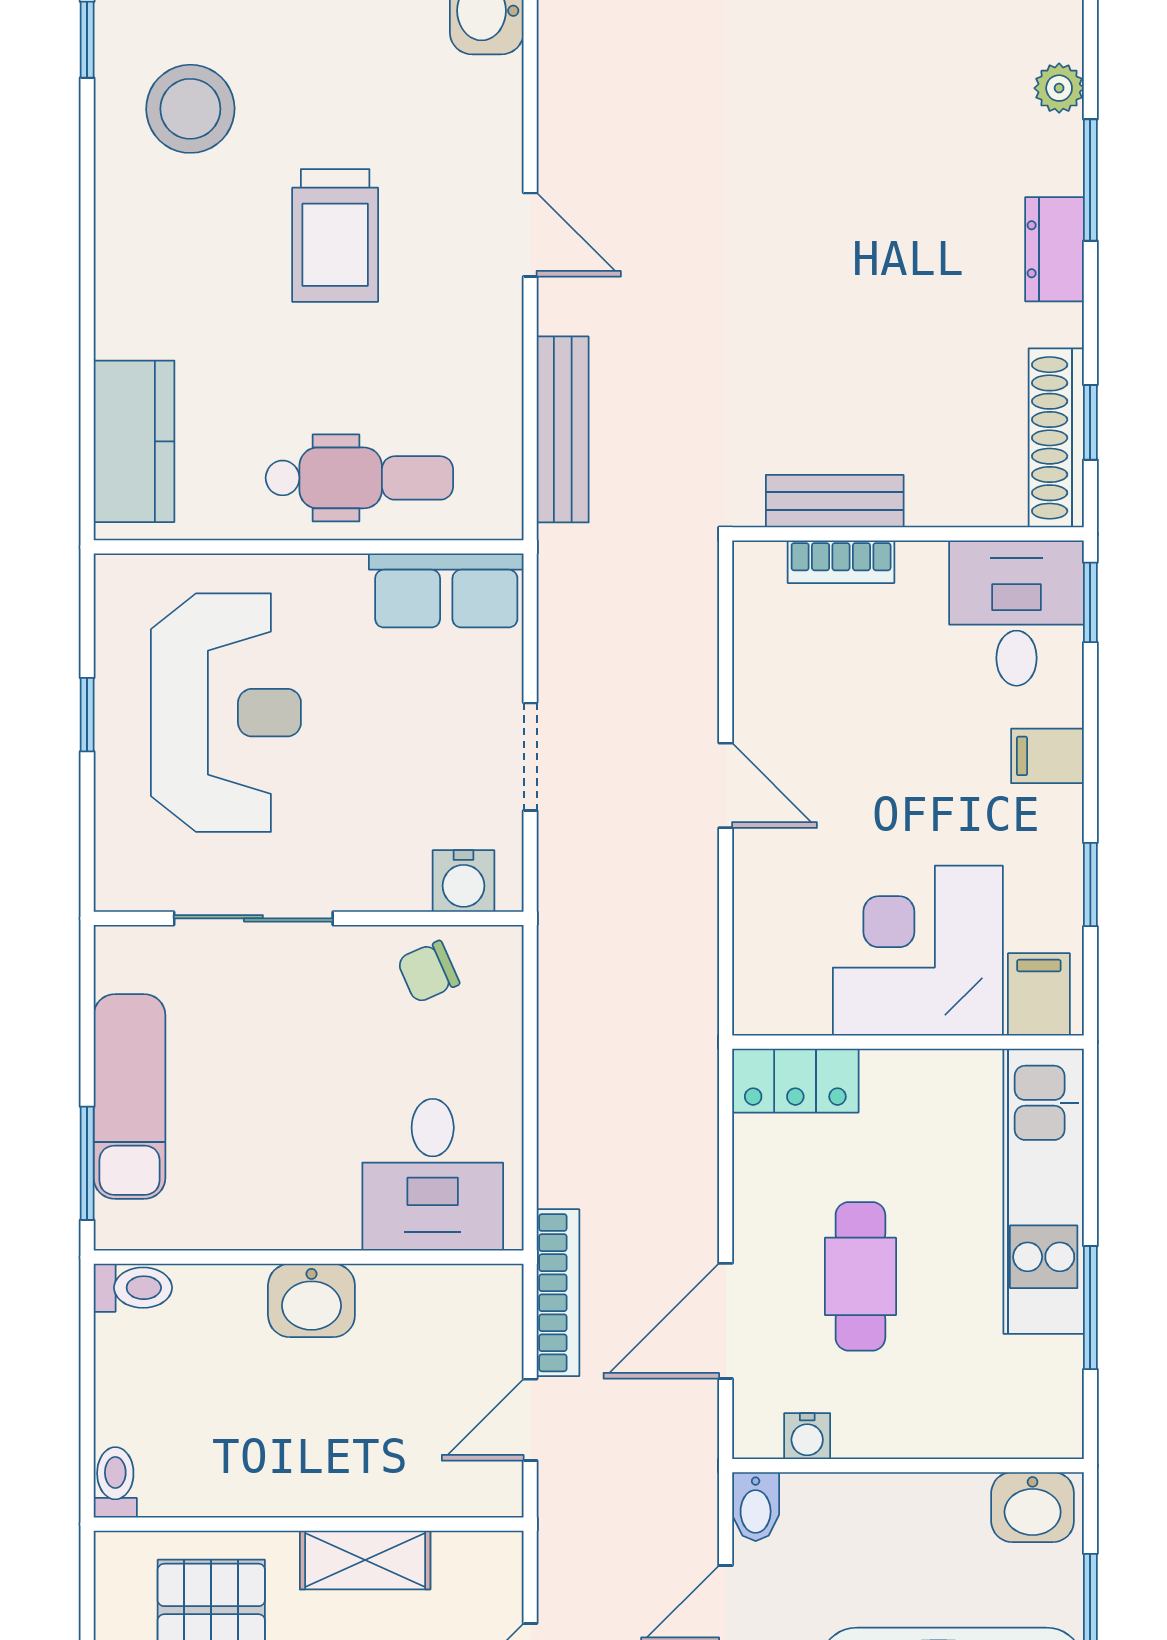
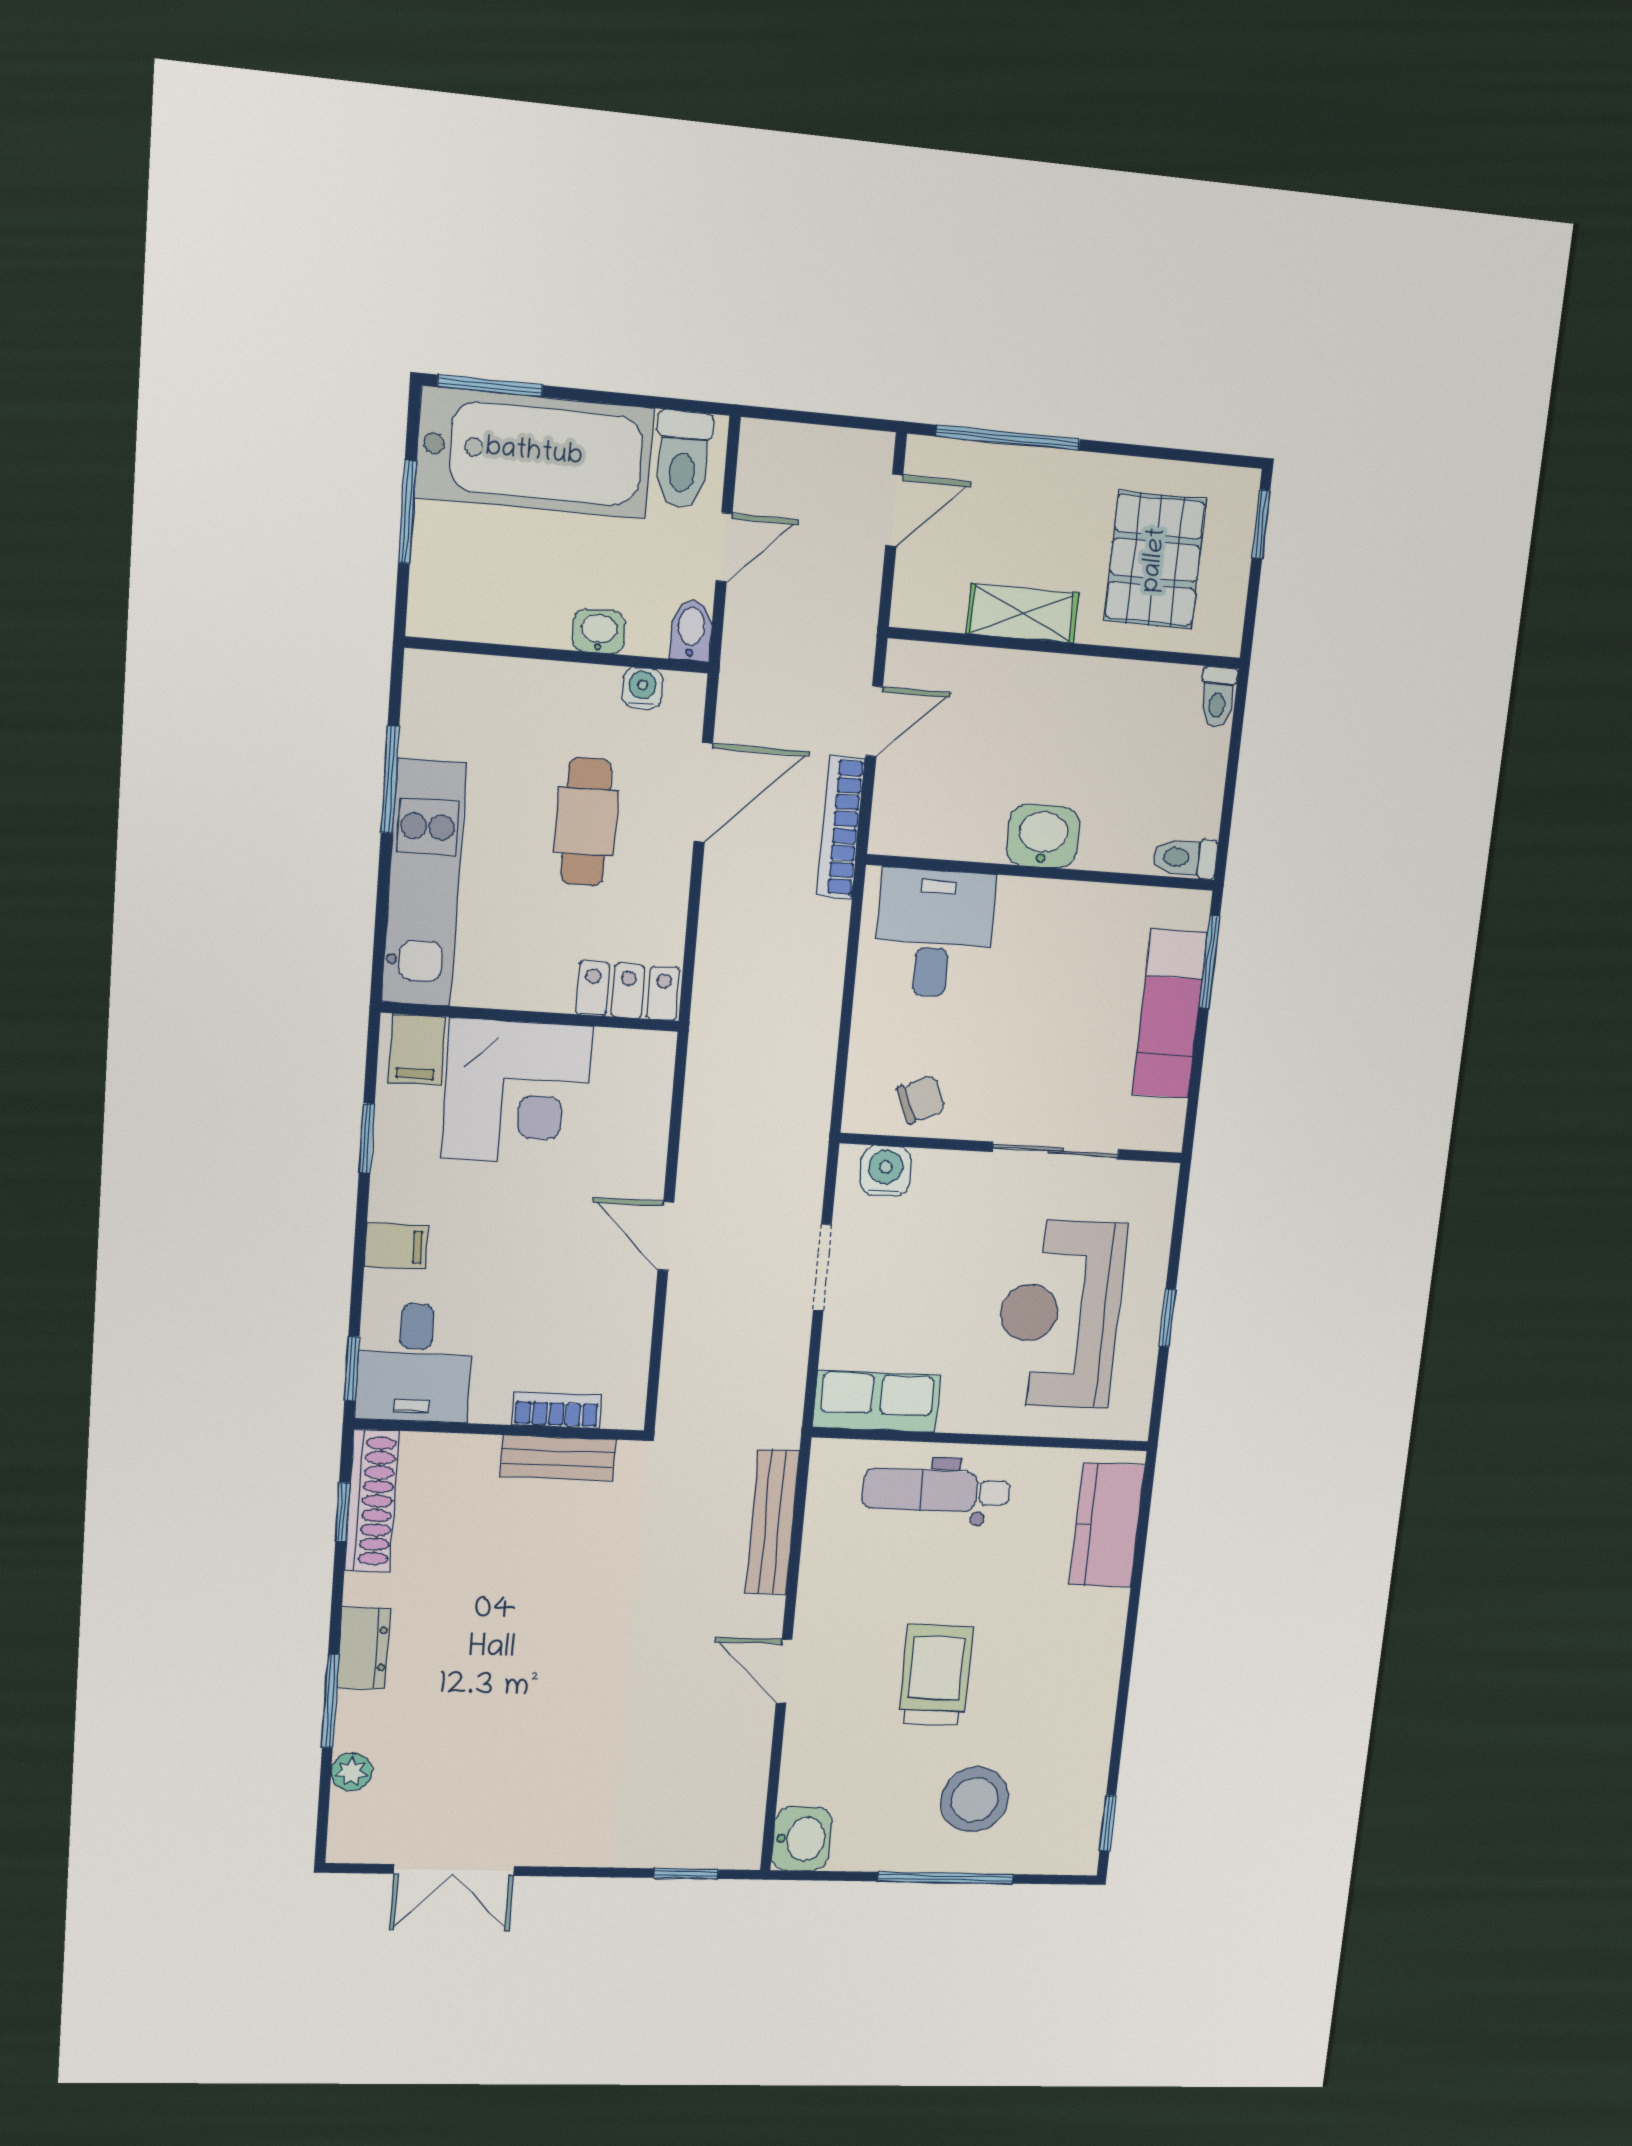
stool: (190, 109) -> (974, 1799), moved
washbasin: (1033, 1507) -> (599, 632), moved, width x0.72, depth x0.69

